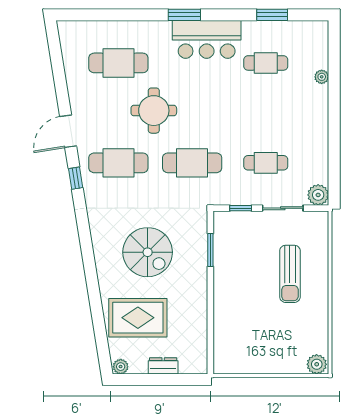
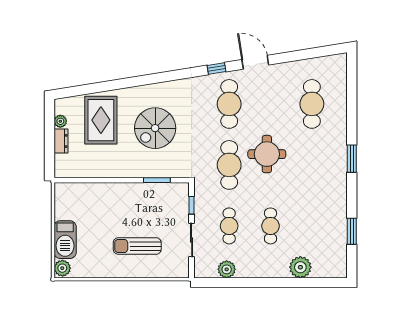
bar counter: (207, 39) -> (331, 177), removed
cafe table: (266, 63) -> (271, 226), moved
plant: (322, 77) -> (300, 267), width x1.88, depth x1.88
round table: (154, 111) -> (267, 154), moved
plant: (318, 195) -> (227, 269), moved
barbecue: (282, 361) -> (65, 240), added
plant: (121, 367) -> (60, 121), moved

